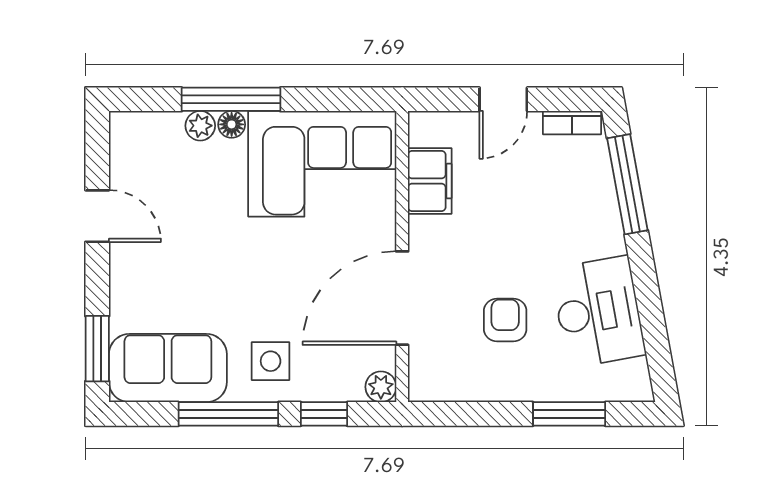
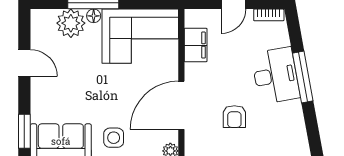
plant: (200, 126) -> (71, 23), width x1.88, depth x1.88
window: (627, 184) -> (303, 77), moved
desk: (598, 312) -> (276, 76), moved
armchair: (505, 320) -> (234, 117), turned 180

